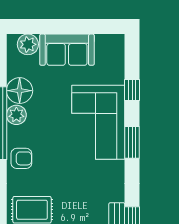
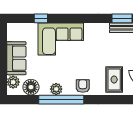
floor lamp: (20, 91) -> (31, 87), moved
window: (132, 142) -> (73, 18), removed

